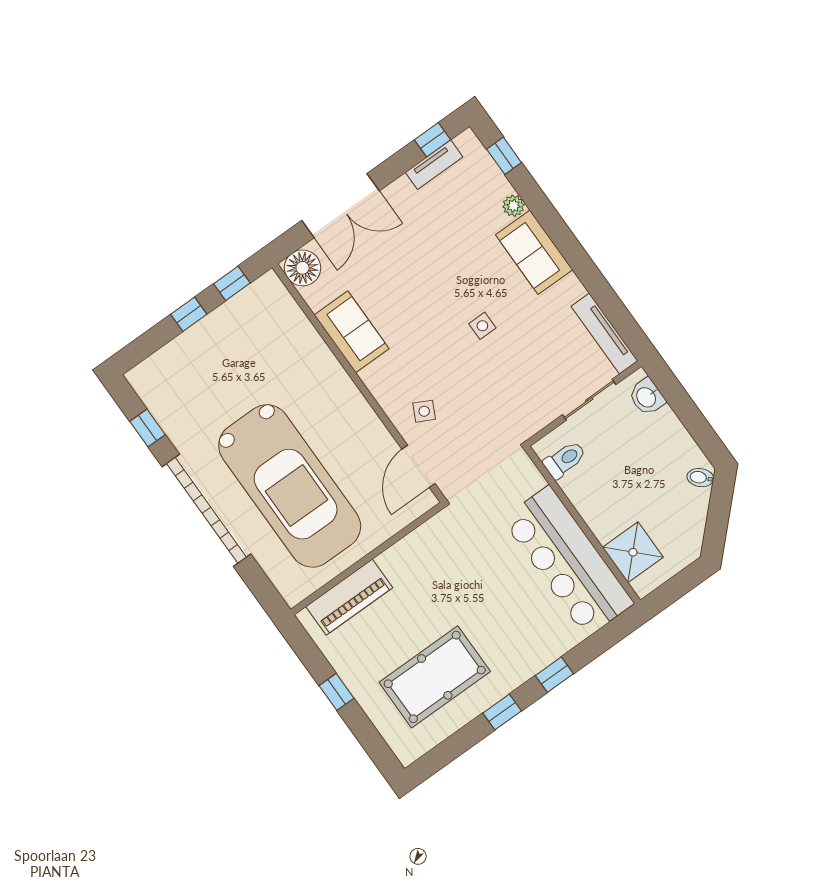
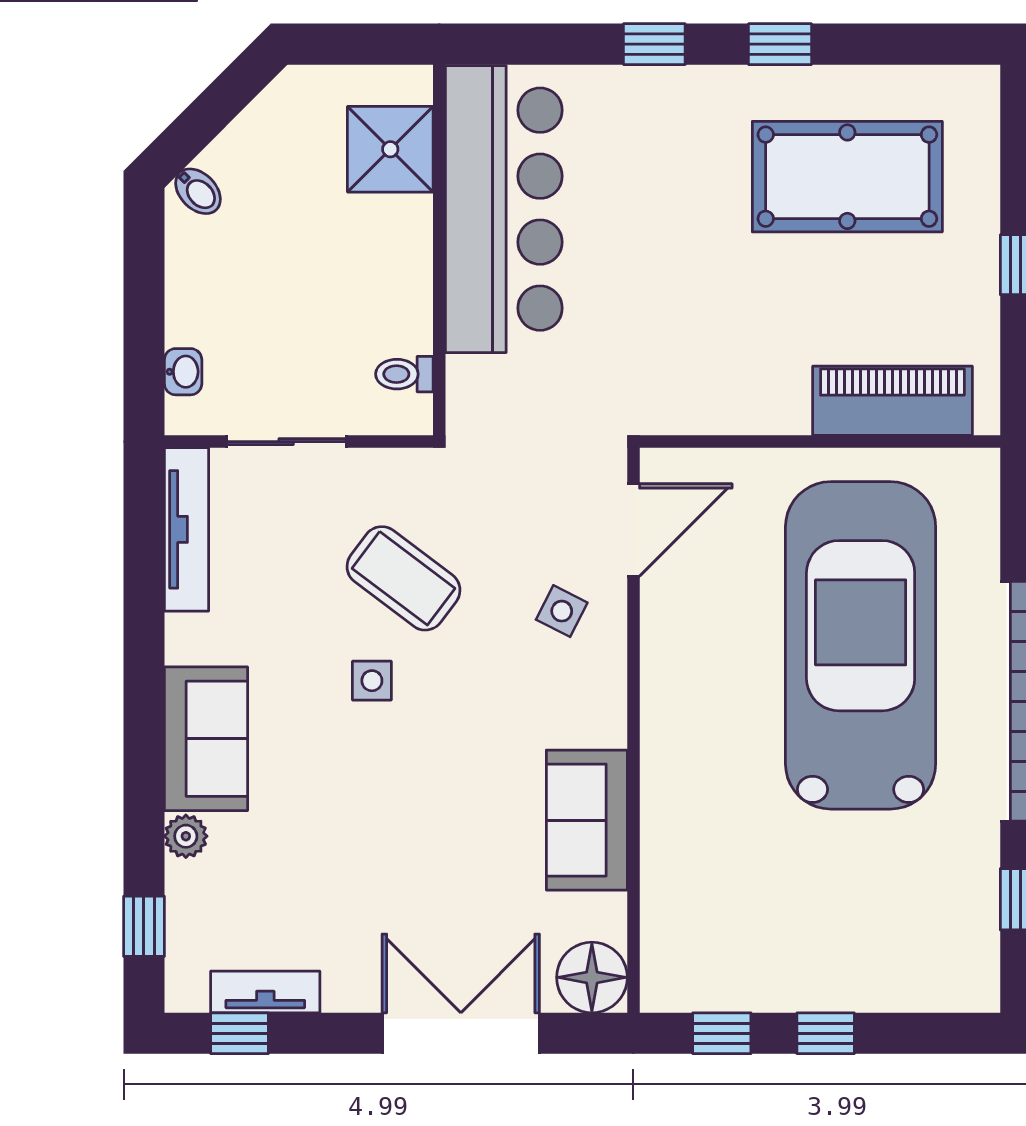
coffee table: (500, 378) -> (403, 578), added
washbasin: (647, 397) -> (183, 372), width x0.72, depth x0.69
toilet: (565, 460) -> (404, 374), width x0.73, depth x0.72

